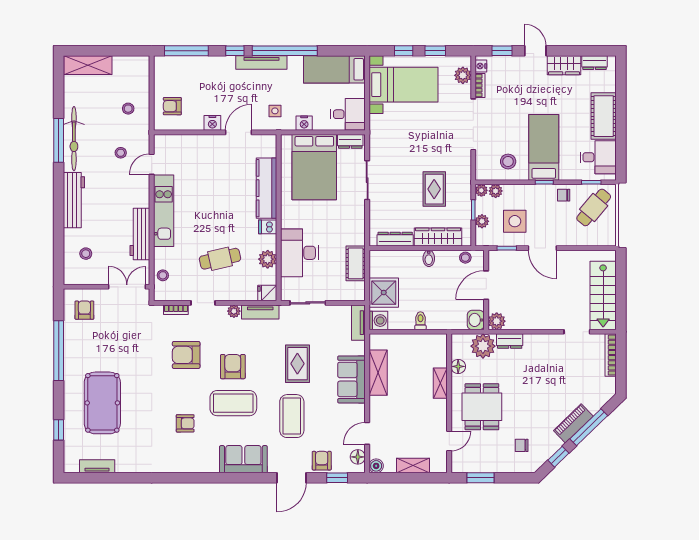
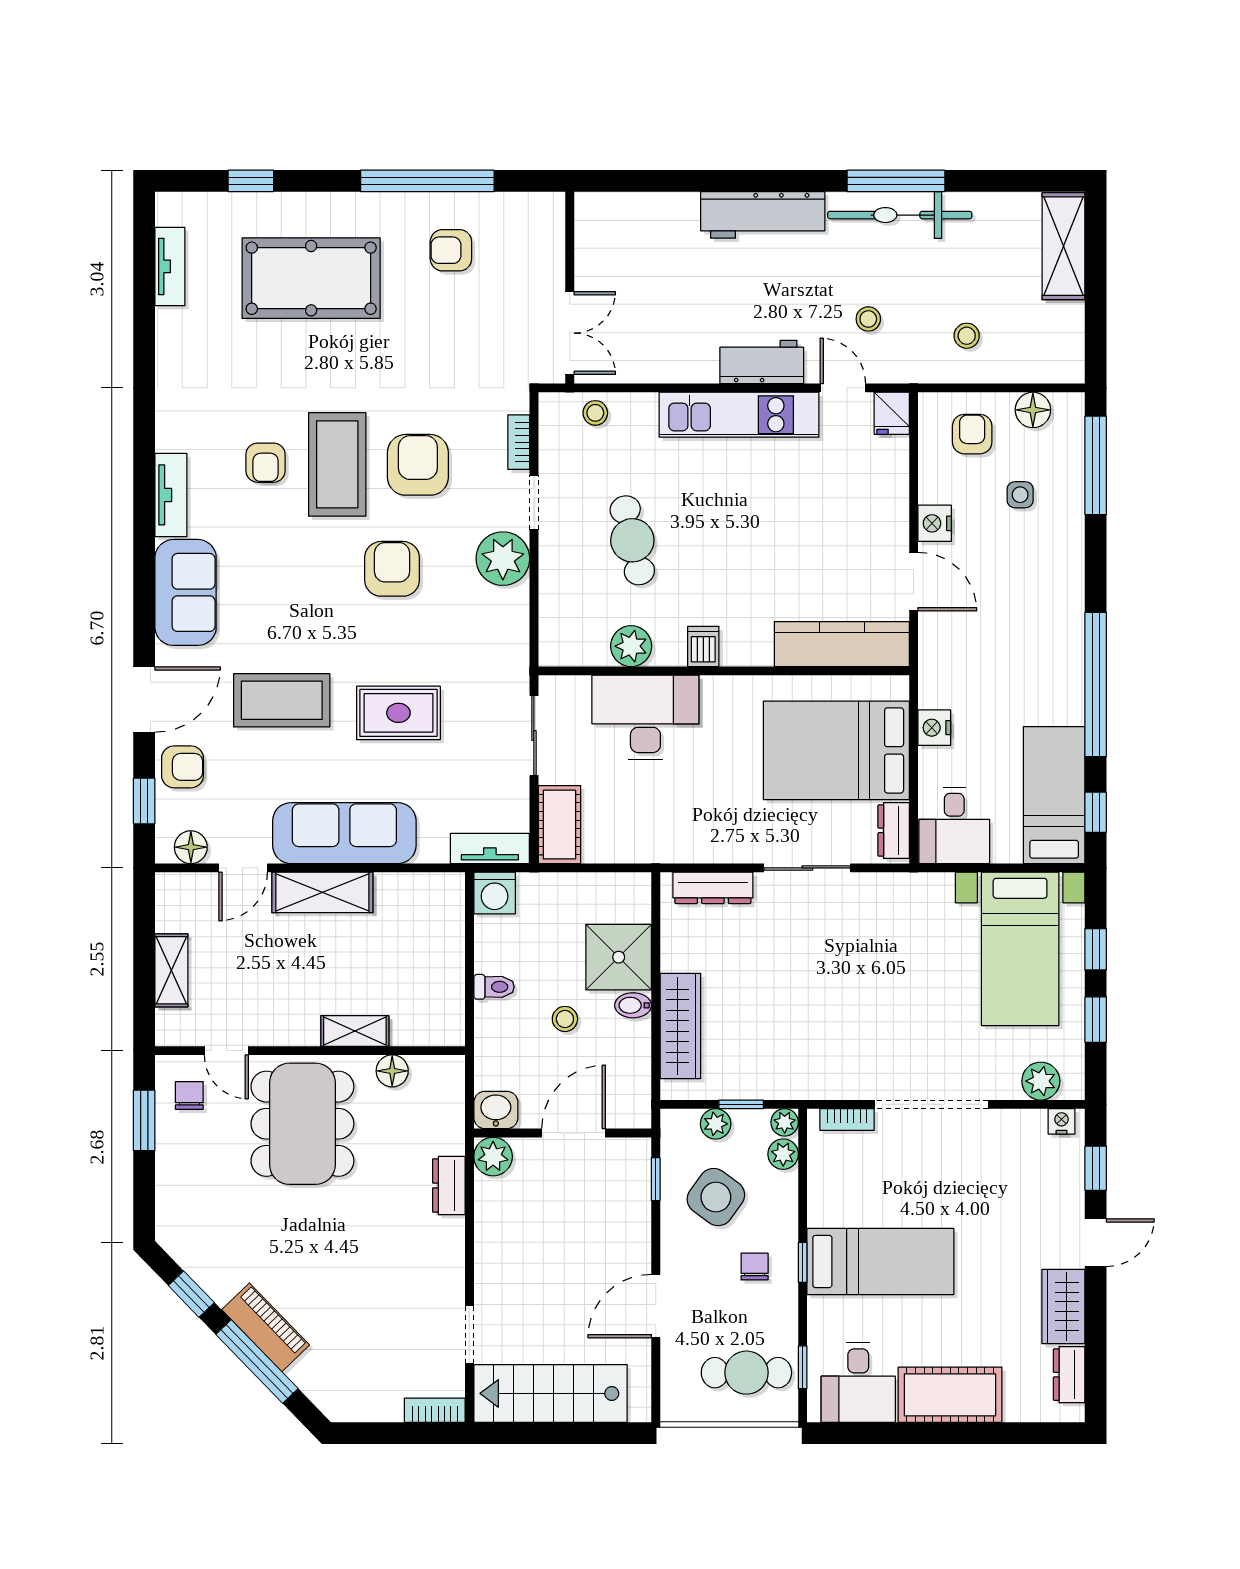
window: (235, 51) -> (1096, 812), moved
tv unit: (261, 62) -> (1069, 633), removed
floor lamp: (161, 79) -> (1033, 410), added
bookcase: (480, 86) -> (847, 1119), moved
side table: (275, 111) -> (1020, 495), moved
stool: (508, 161) -> (849, 1182), removed
kitchen counter: (267, 188) -> (842, 644), moved
rug: (434, 189) -> (787, 1017), removed
chair: (564, 195) -> (755, 1267), moved
cafe table: (594, 207) -> (746, 1373), turned -40
side table: (515, 221) -> (716, 1197), turned 36
workbench: (140, 234) -> (762, 362), moved, width x0.73
dresser: (395, 239) -> (713, 888), moved, turned 90
door: (542, 248) -> (656, 1306), moved
stool: (86, 254) -> (644, 241), removed
stool: (465, 258) -> (565, 1019), moved
cot: (356, 263) -> (559, 825), moved, turned 90
door: (486, 285) -> (574, 1133), hinge flipped
fridge: (267, 293) -> (892, 413), moved, turned 180
shower: (384, 293) -> (619, 957), moved
armchair: (84, 310) -> (451, 250), moved, turned 180
plant: (234, 311) -> (503, 559), width x1.88, depth x1.88
tv unit: (260, 312) -> (171, 495), moved, turned 180
plant: (483, 346) -> (438, 1126), removed
bookcase: (611, 355) -> (435, 1410), width x0.64
armchair: (233, 367) -> (392, 569), turned -90
shelving: (378, 373) -> (322, 892), moved
sofa: (351, 379) -> (344, 833), width x1.36
coffee table: (233, 403) -> (337, 464), moved
dining table: (482, 407) -> (302, 1124), width x1.38
door: (367, 433) -> (243, 868), swing flipped
chair: (522, 445) -> (189, 1095), moved
boiler: (376, 466) -> (171, 888), removed
door: (292, 478) -> (144, 700), swing flipped

